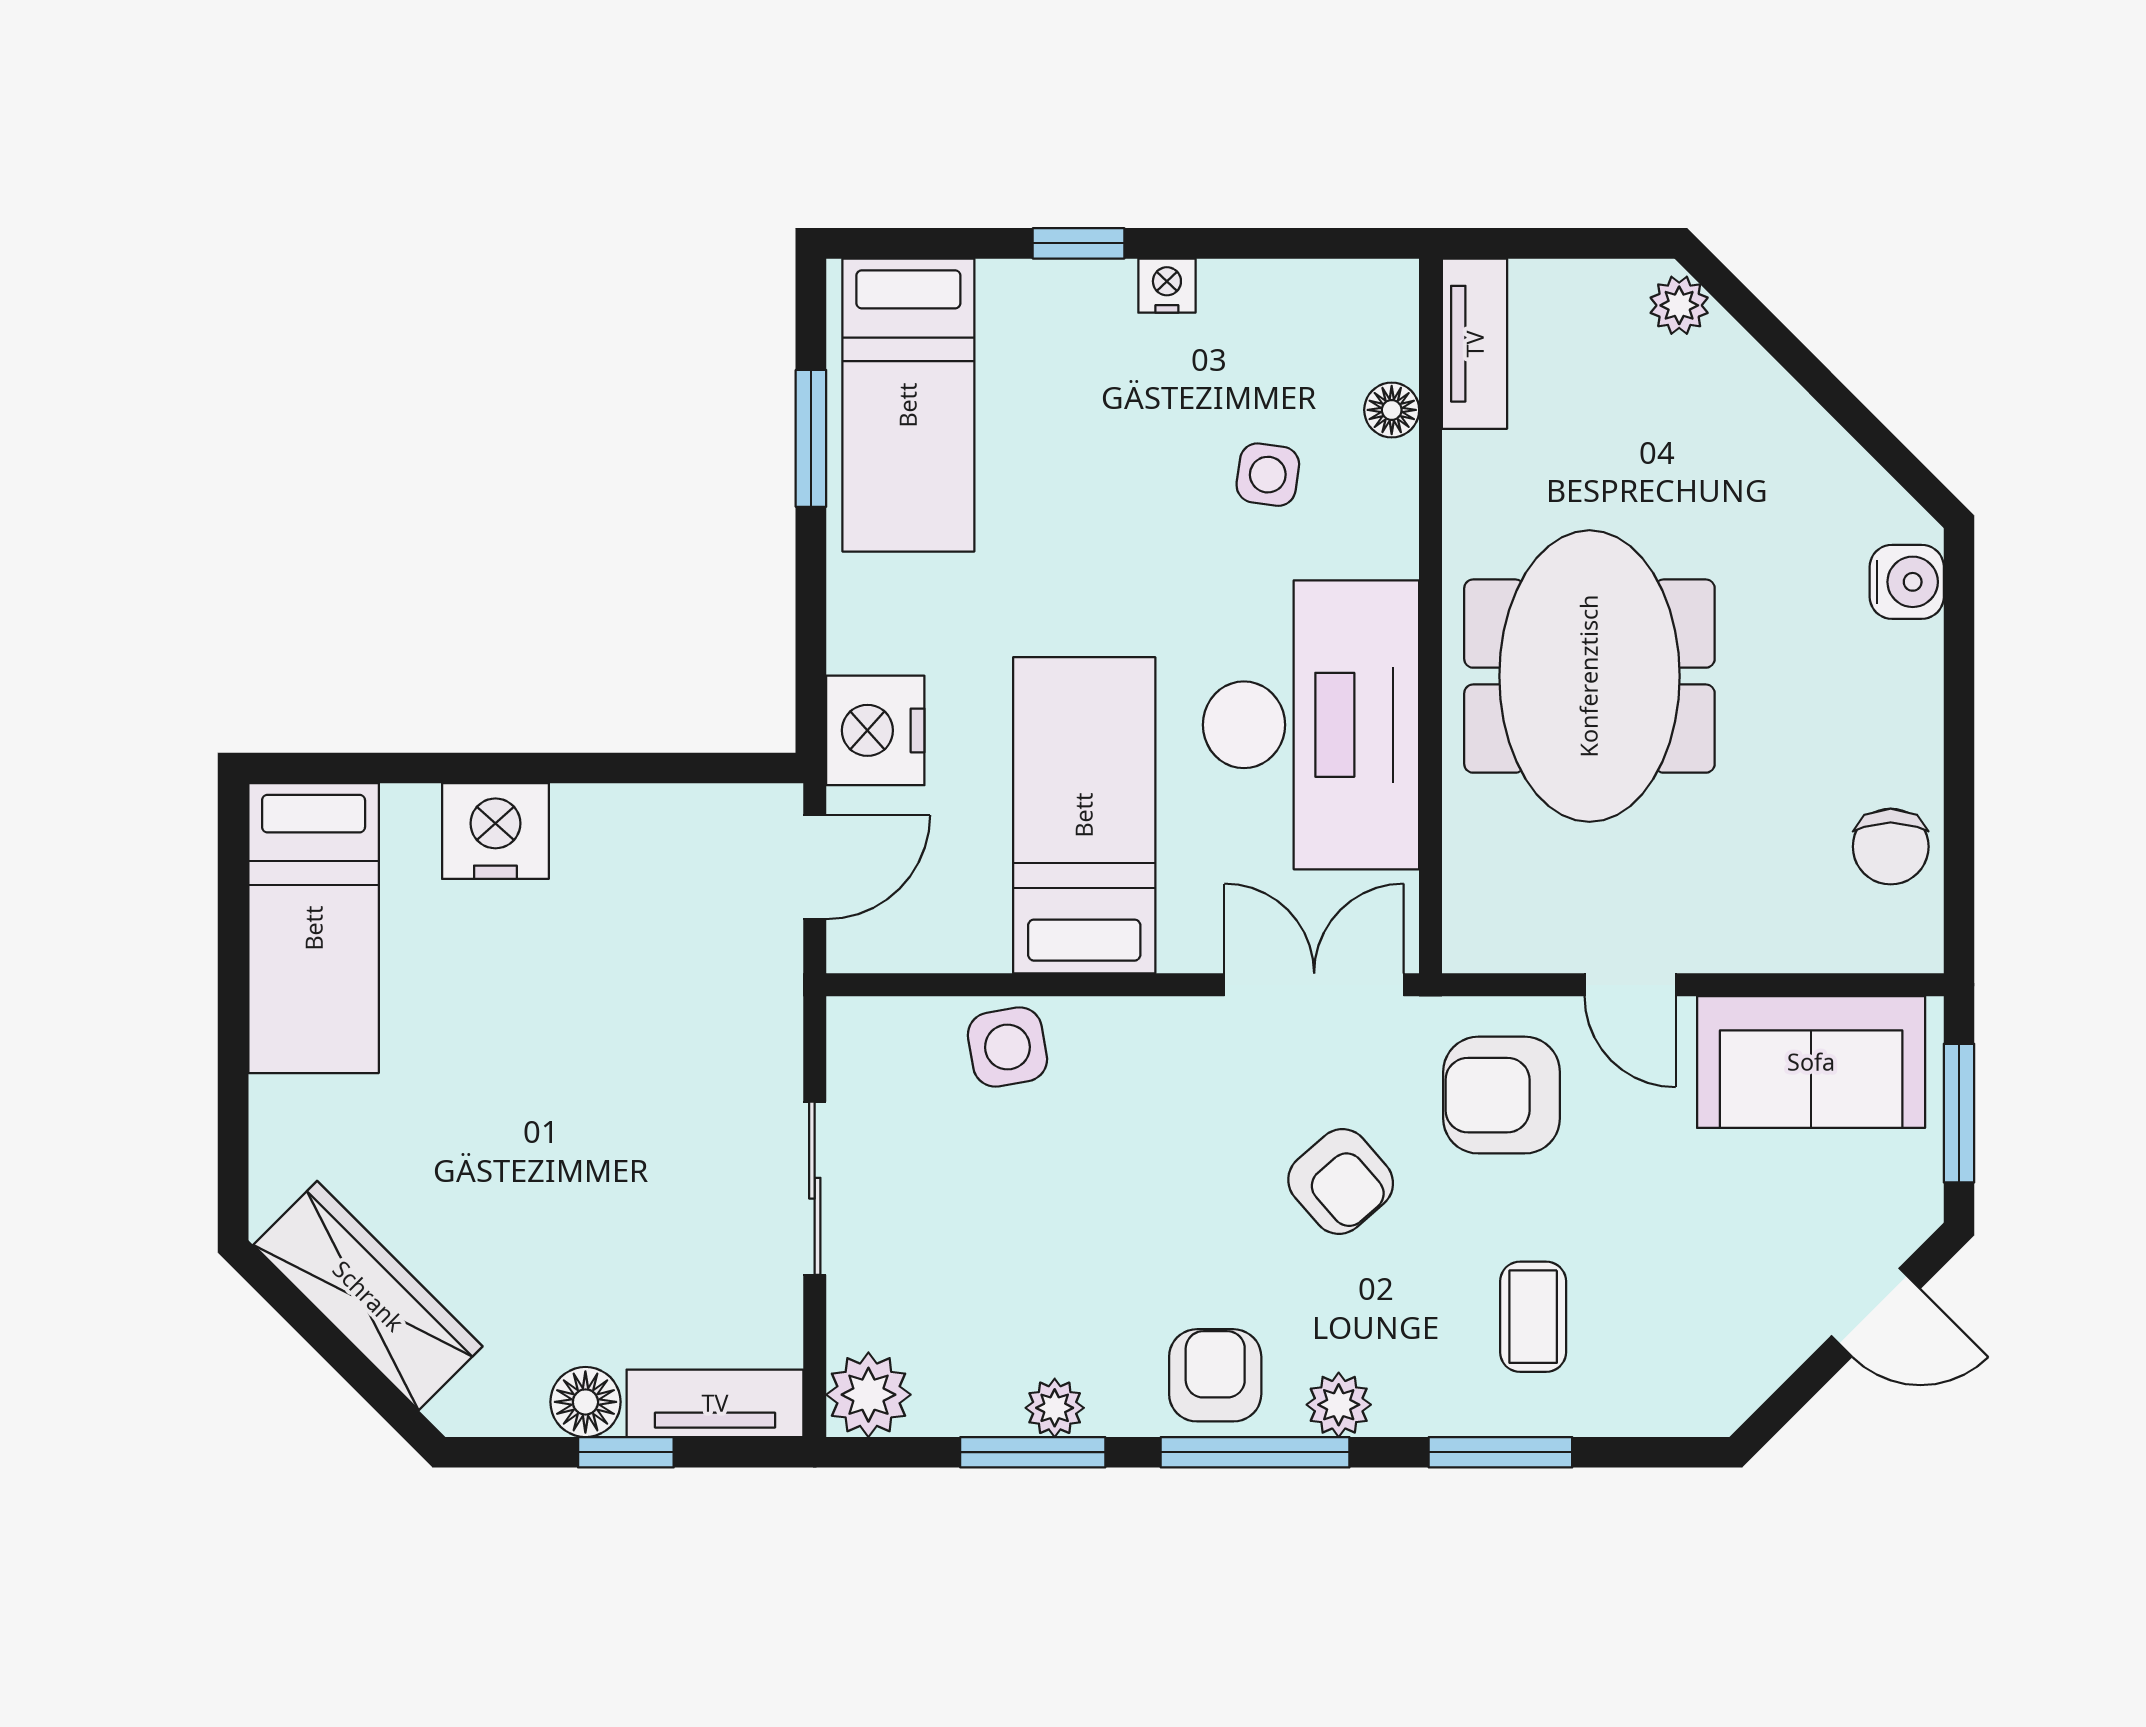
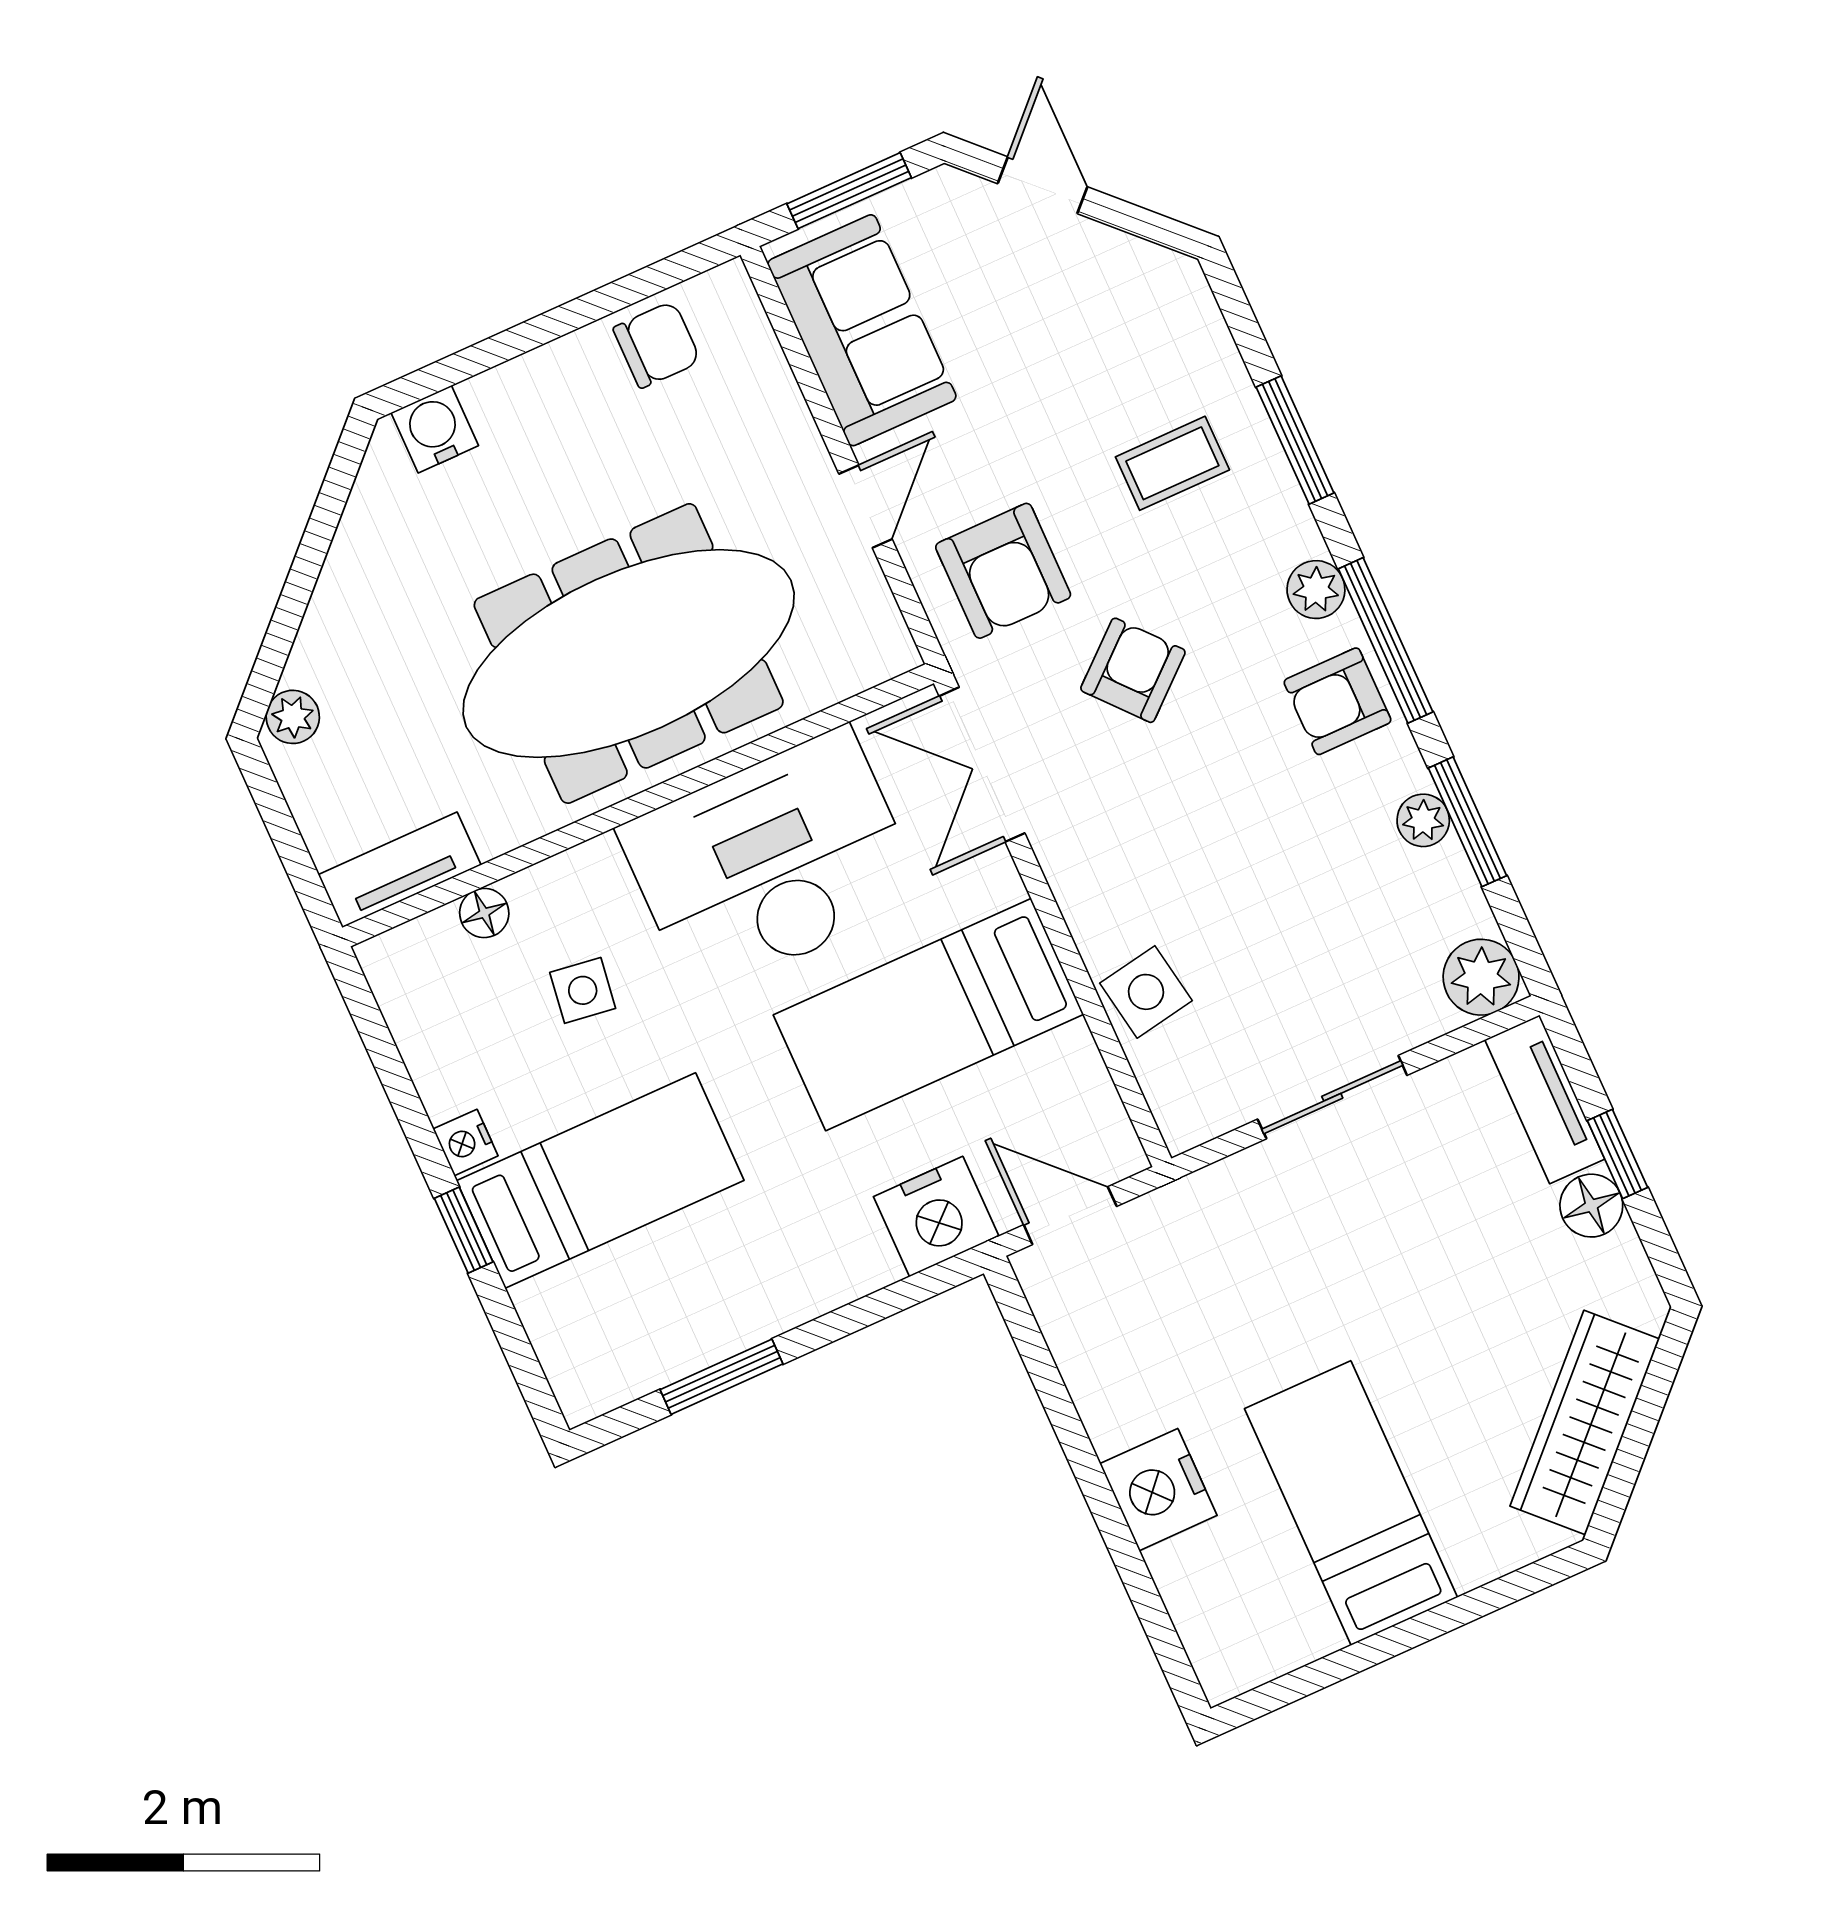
bed: (908, 405) -> (600, 1181), moved
meeting table: (1589, 676) -> (629, 653), width x1.36
bed: (314, 928) -> (1351, 1503), moved, turned -90

